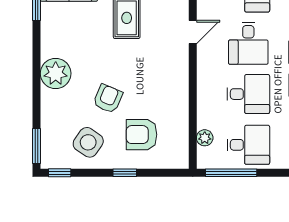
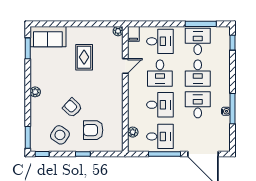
plant: (56, 73) -> (35, 92), width x0.53, depth x0.53
armchair: (108, 99) -> (72, 108), turned -70
window: (231, 173) -> (164, 154), moved

